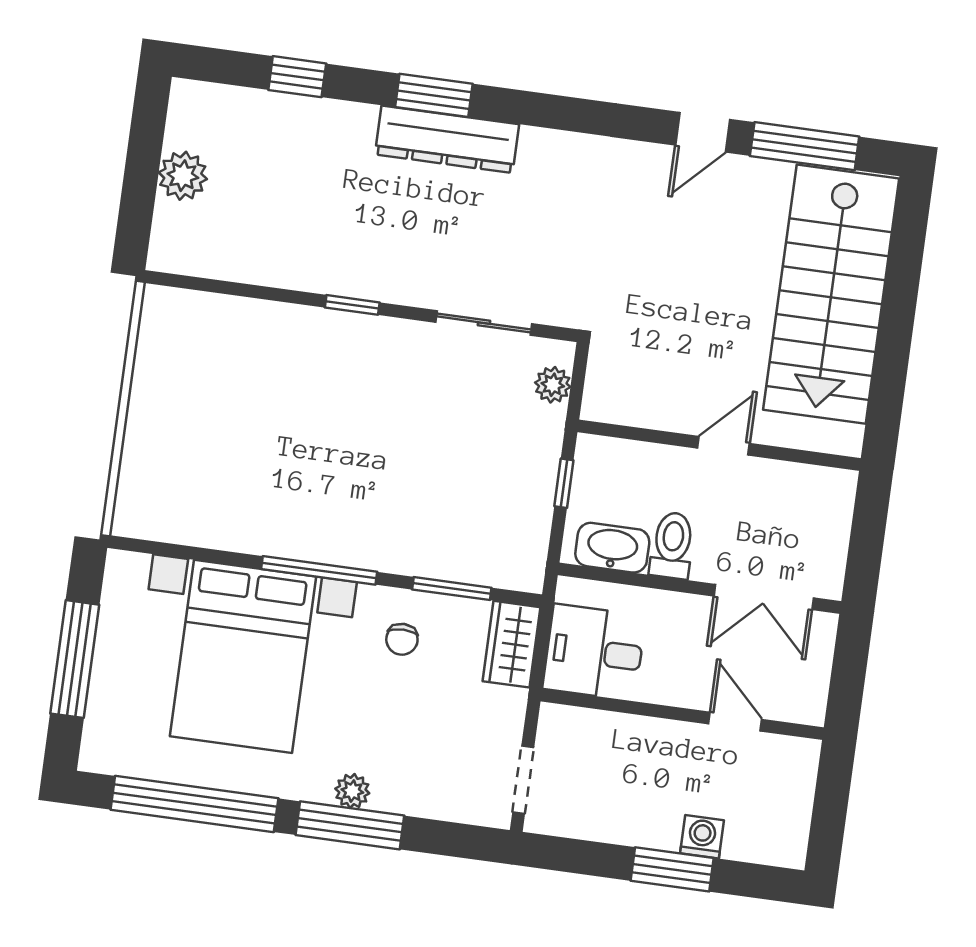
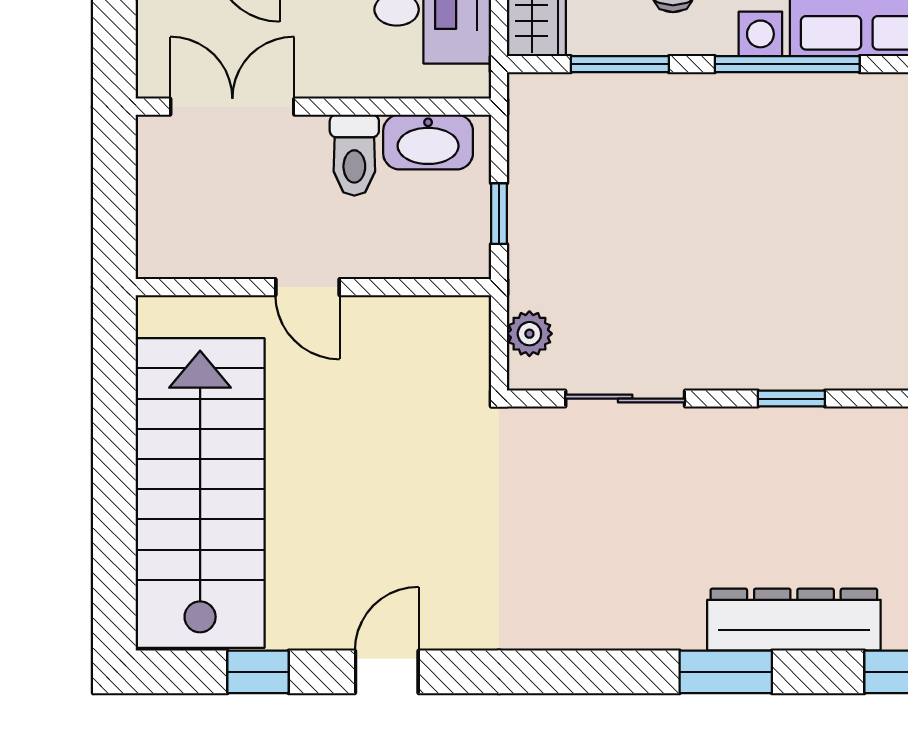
dresser: (447, 139) -> (794, 620), moved
window: (805, 146) -> (258, 672), width x0.46
door: (724, 446) -> (308, 287), hinge flipped

